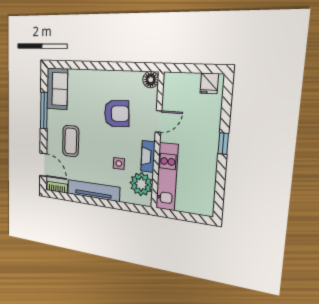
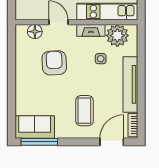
floor lamp: (151, 80) -> (35, 32), moved
window: (44, 111) -> (39, 142), moved
coffee table: (71, 141) -> (84, 111), turned 90

